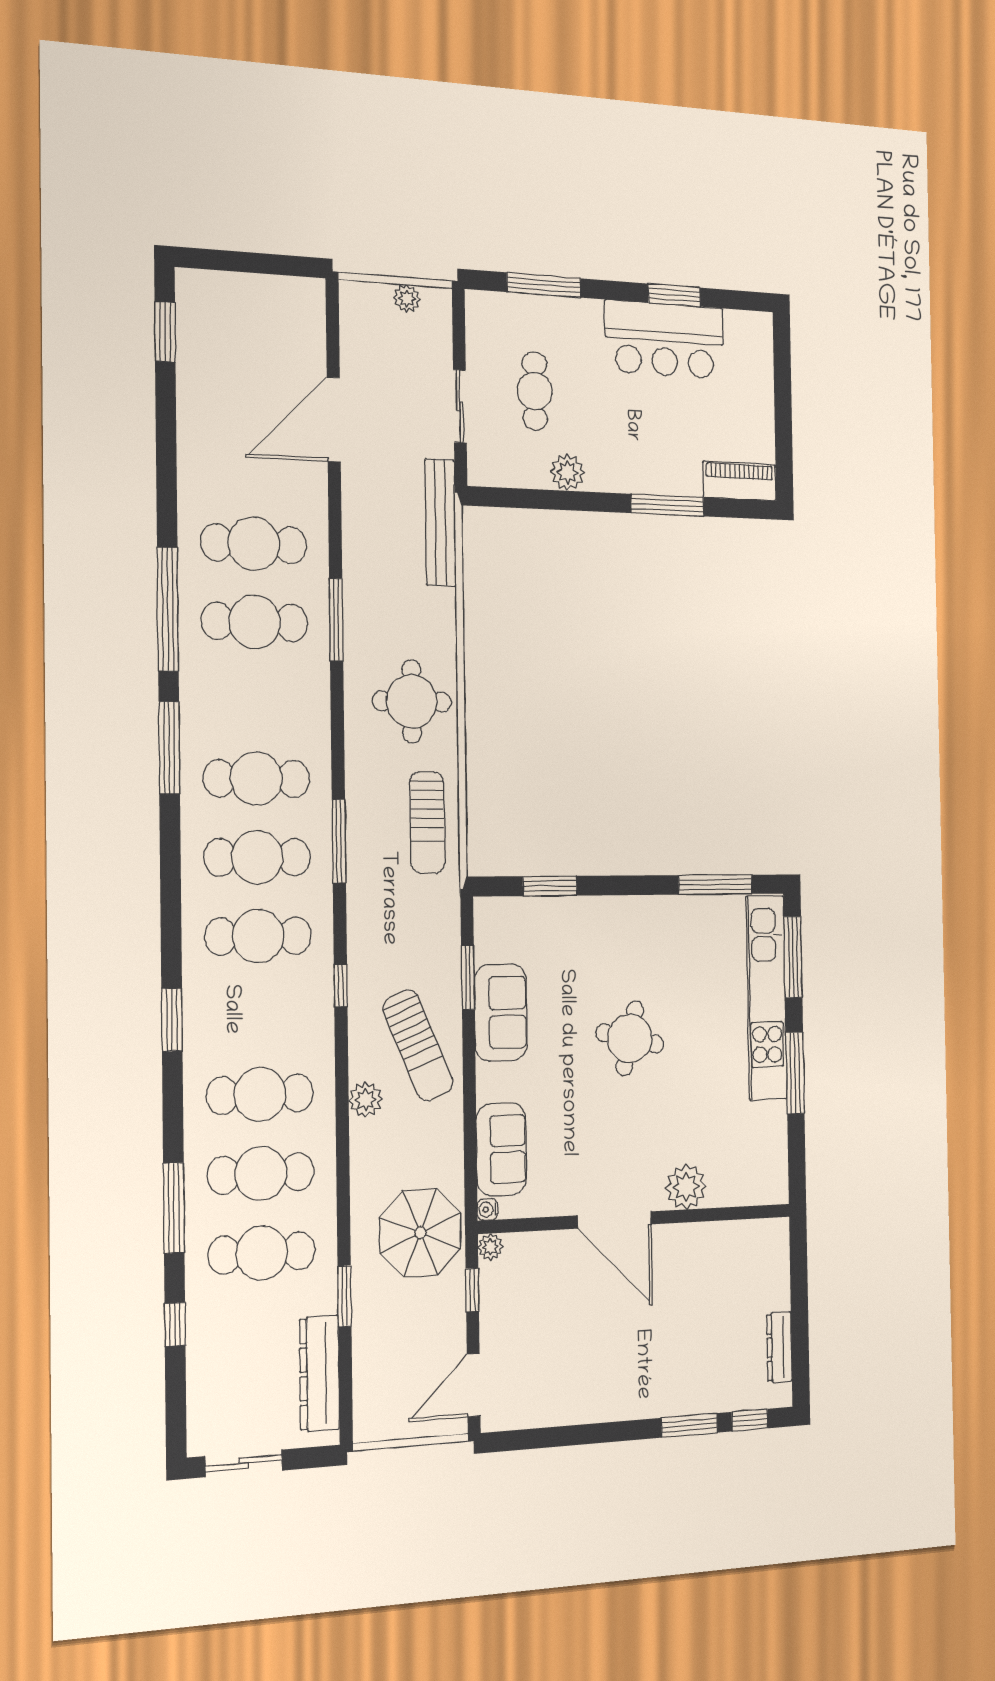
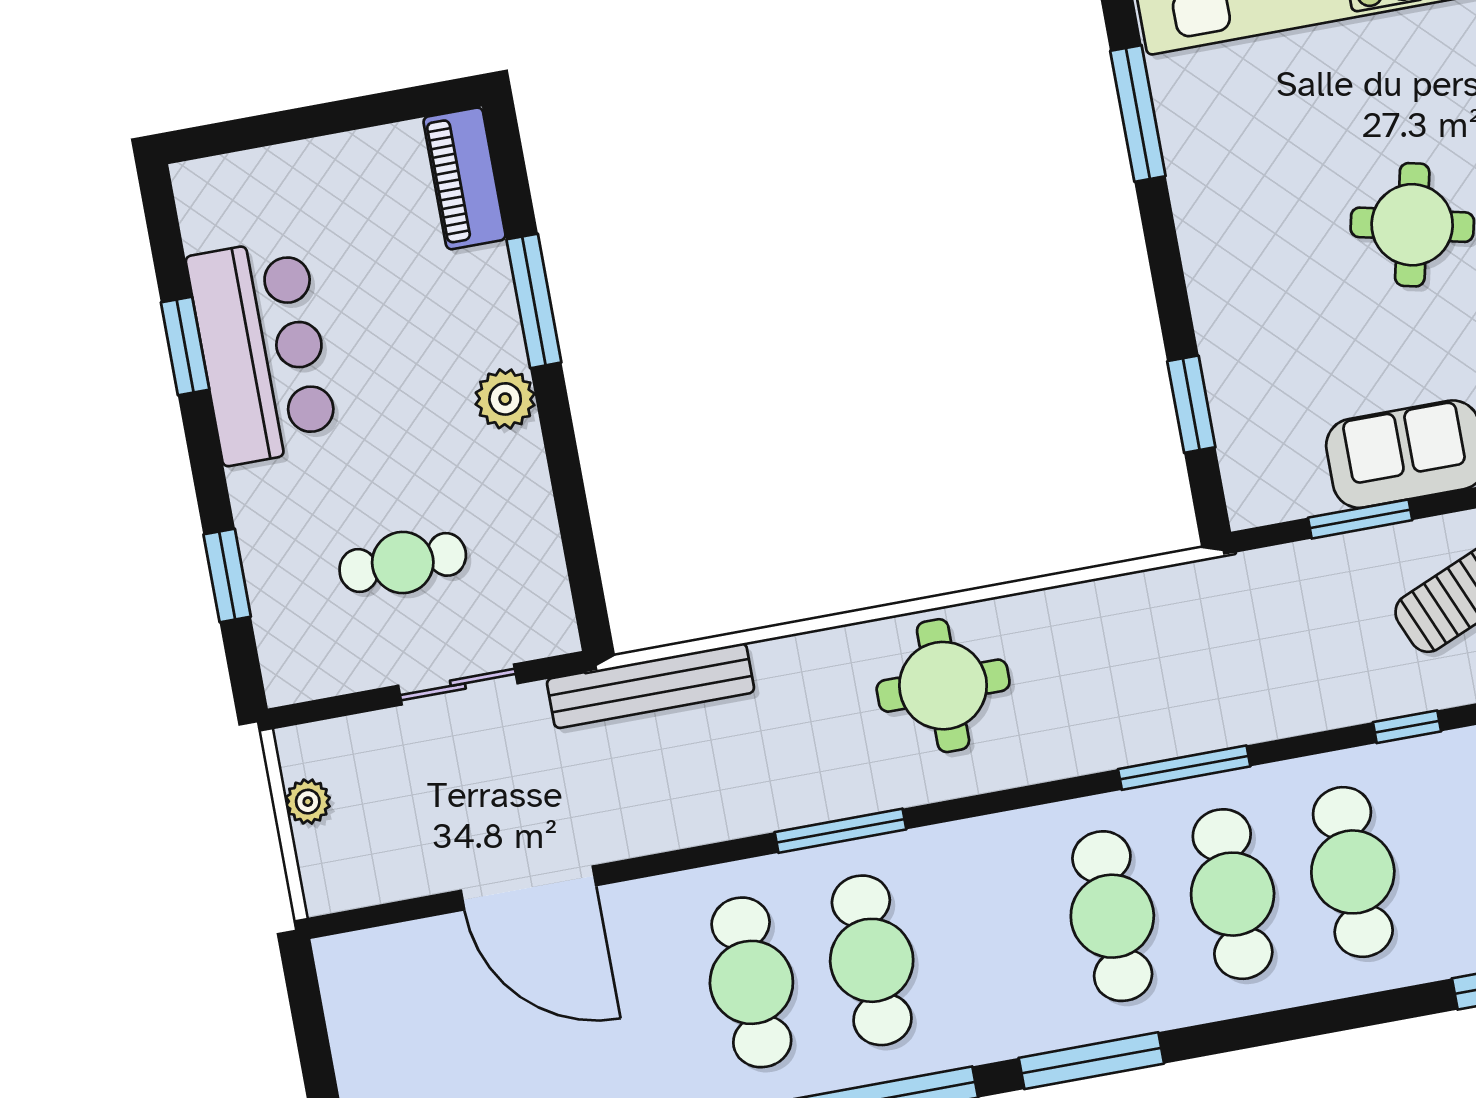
window: (544, 285) -> (227, 575), width x0.69
plant: (567, 472) -> (505, 399), moved
sun lounger: (427, 822) -> (1128, 628), removed

